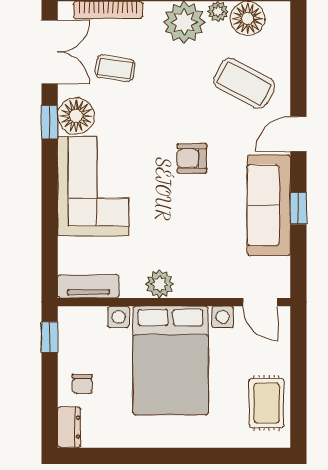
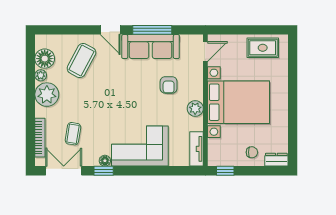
floor lamp: (76, 116) -> (105, 161), width x0.53, depth x0.53
armchair: (192, 158) -> (169, 85), moved
window: (298, 208) -> (152, 30), width x2.17

